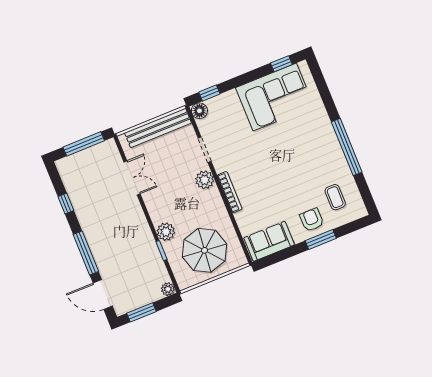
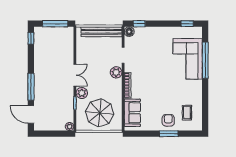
corner sofa: (275, 97) -> (188, 59), moved, turned 90
window: (347, 147) -> (205, 60), moved
double door: (132, 178) -> (75, 75), moved
window: (66, 204) -> (31, 38), moved
sofa: (269, 241) -> (132, 113), moved, turned 90
window: (142, 312) -> (49, 134), removed

